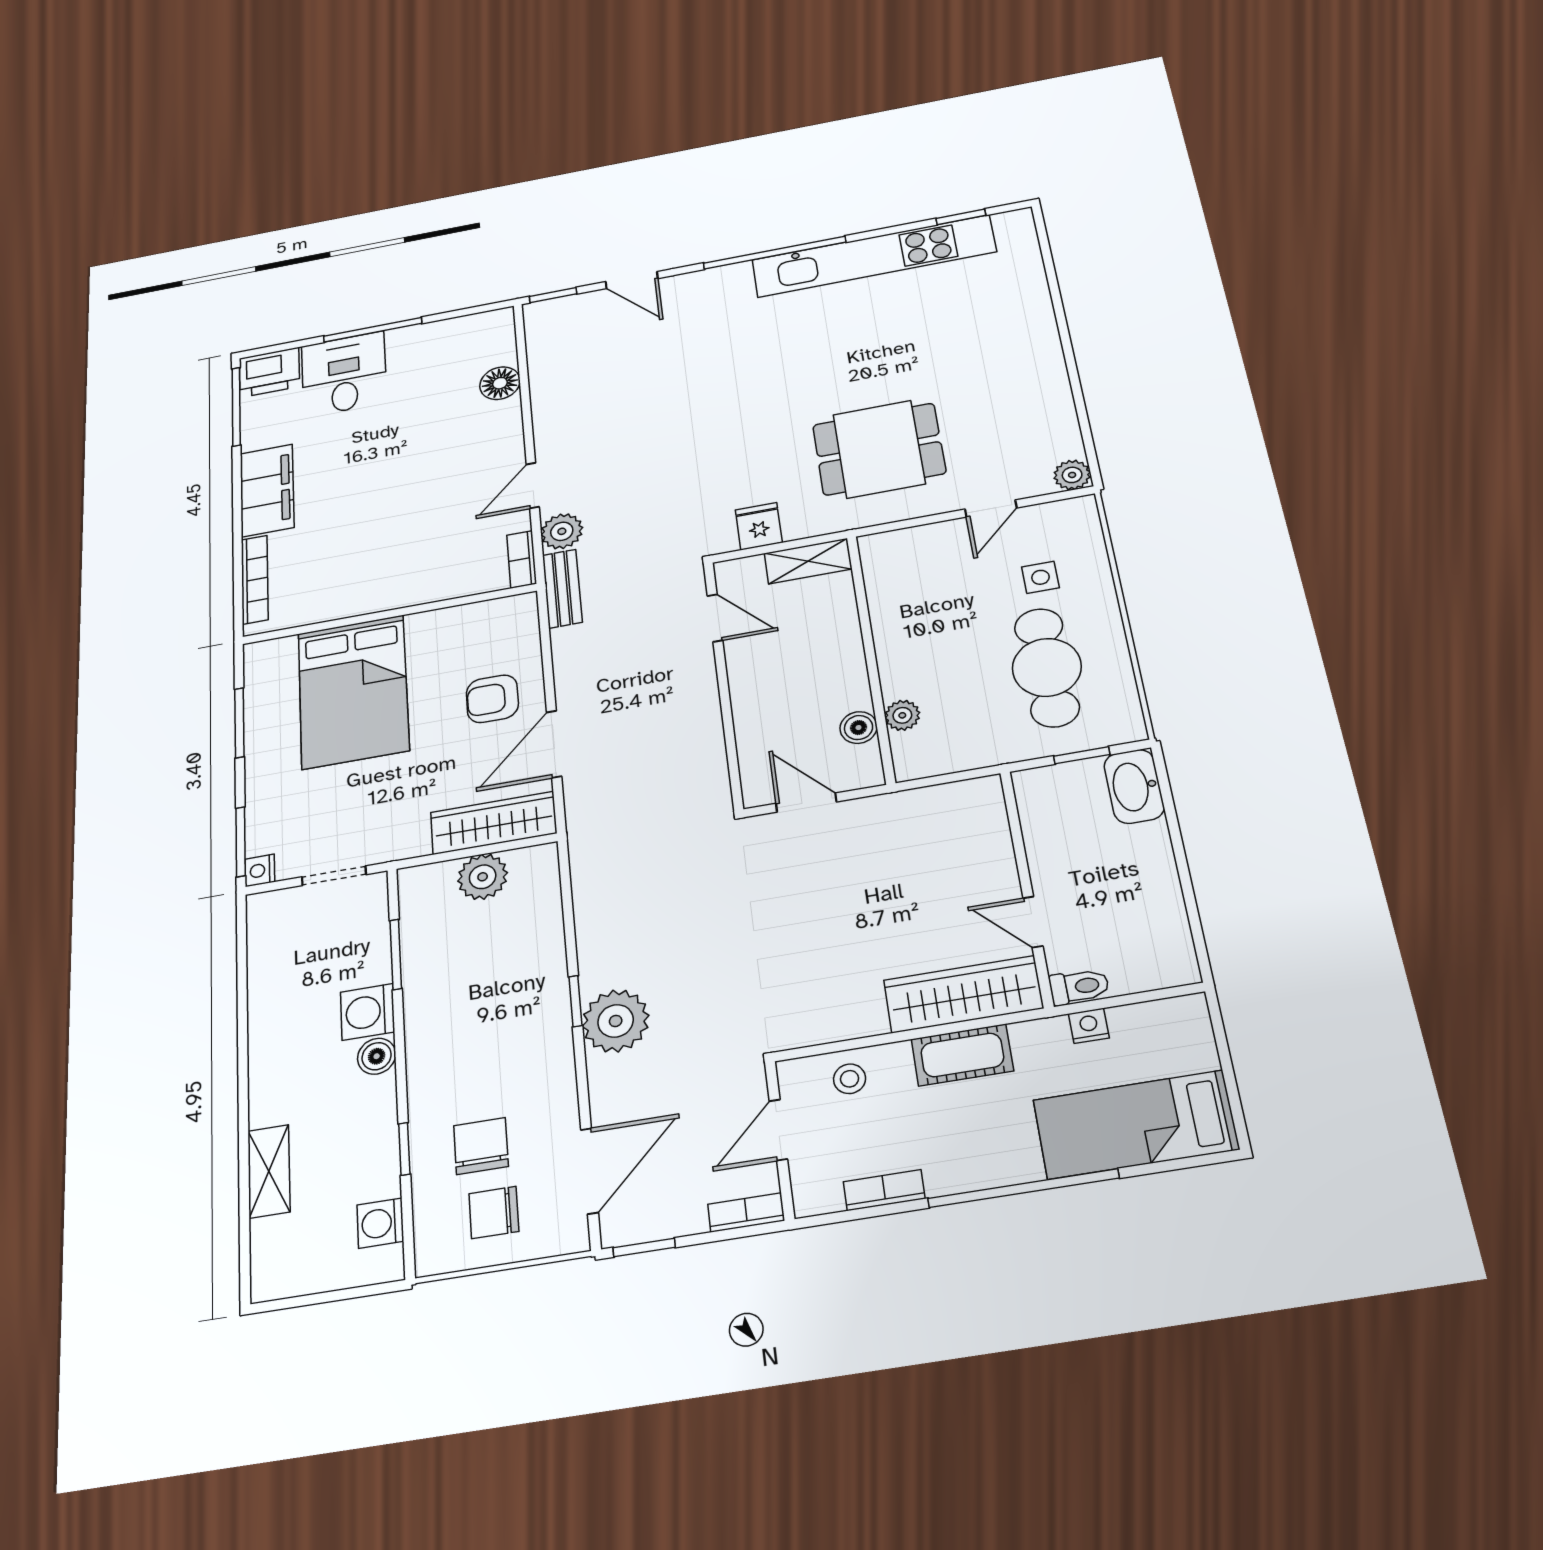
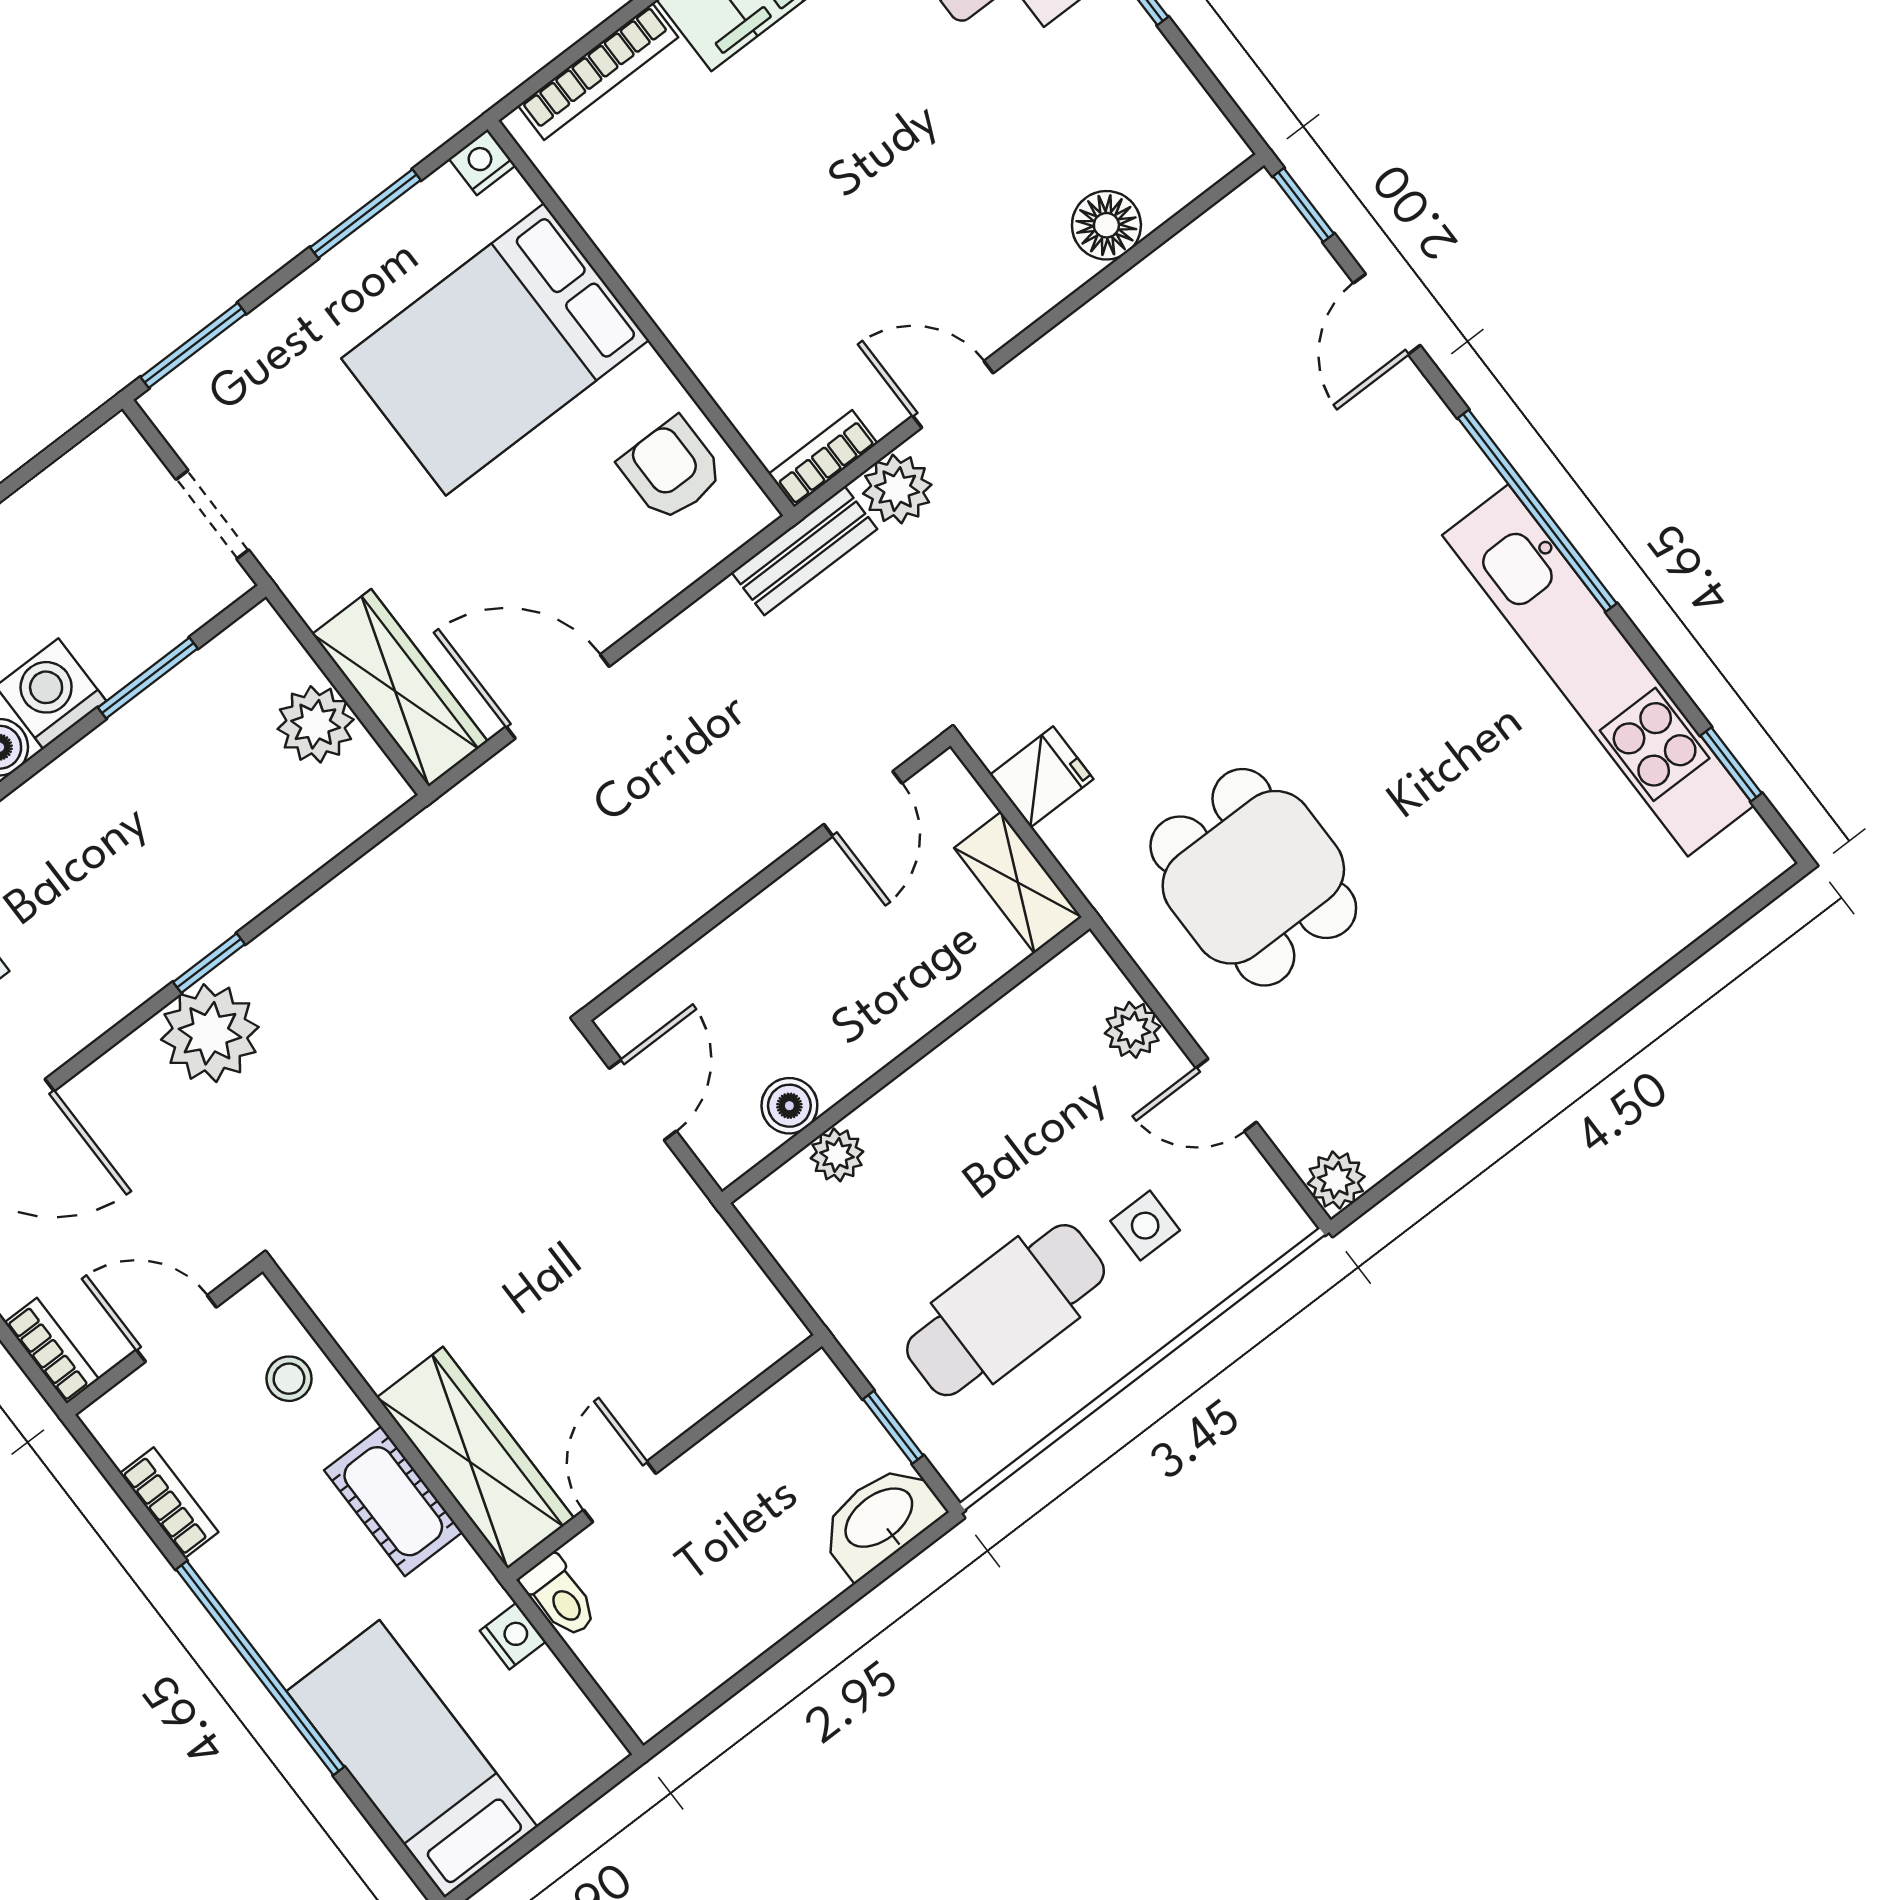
plant: (925, 539) -> (1133, 1030), added
armchair: (492, 699) -> (671, 469), moved
nightstand: (260, 870) -> (482, 162), moved

